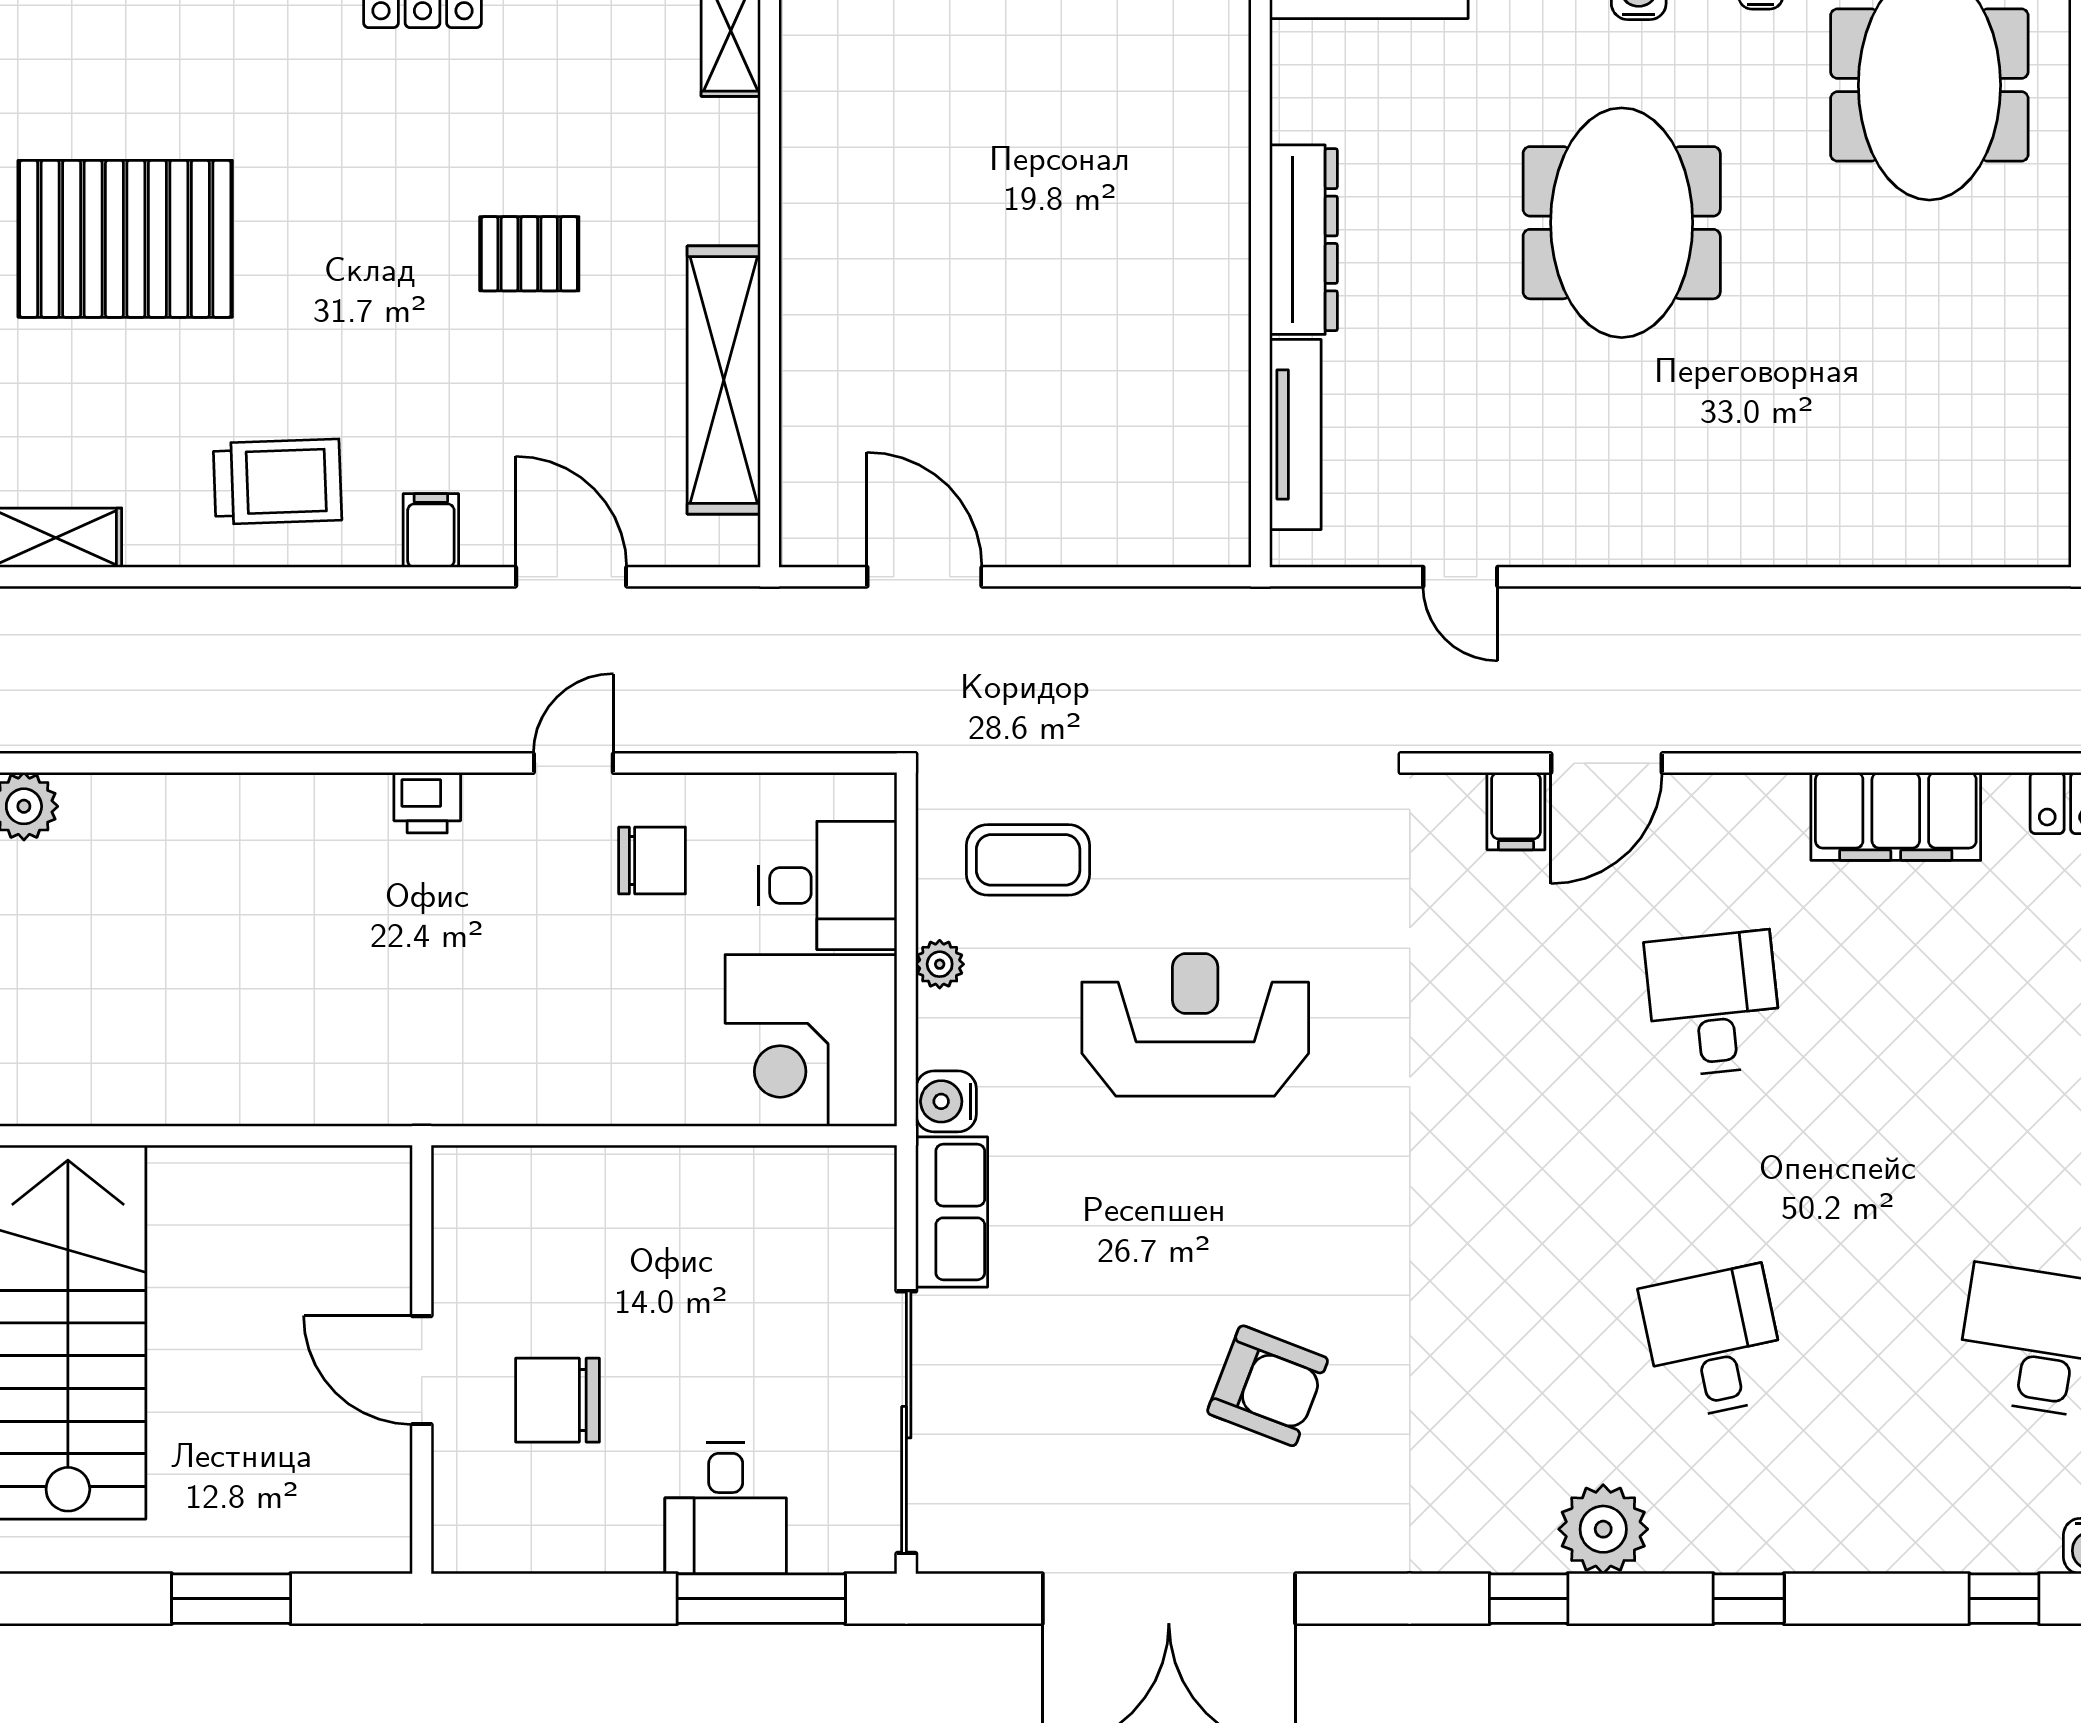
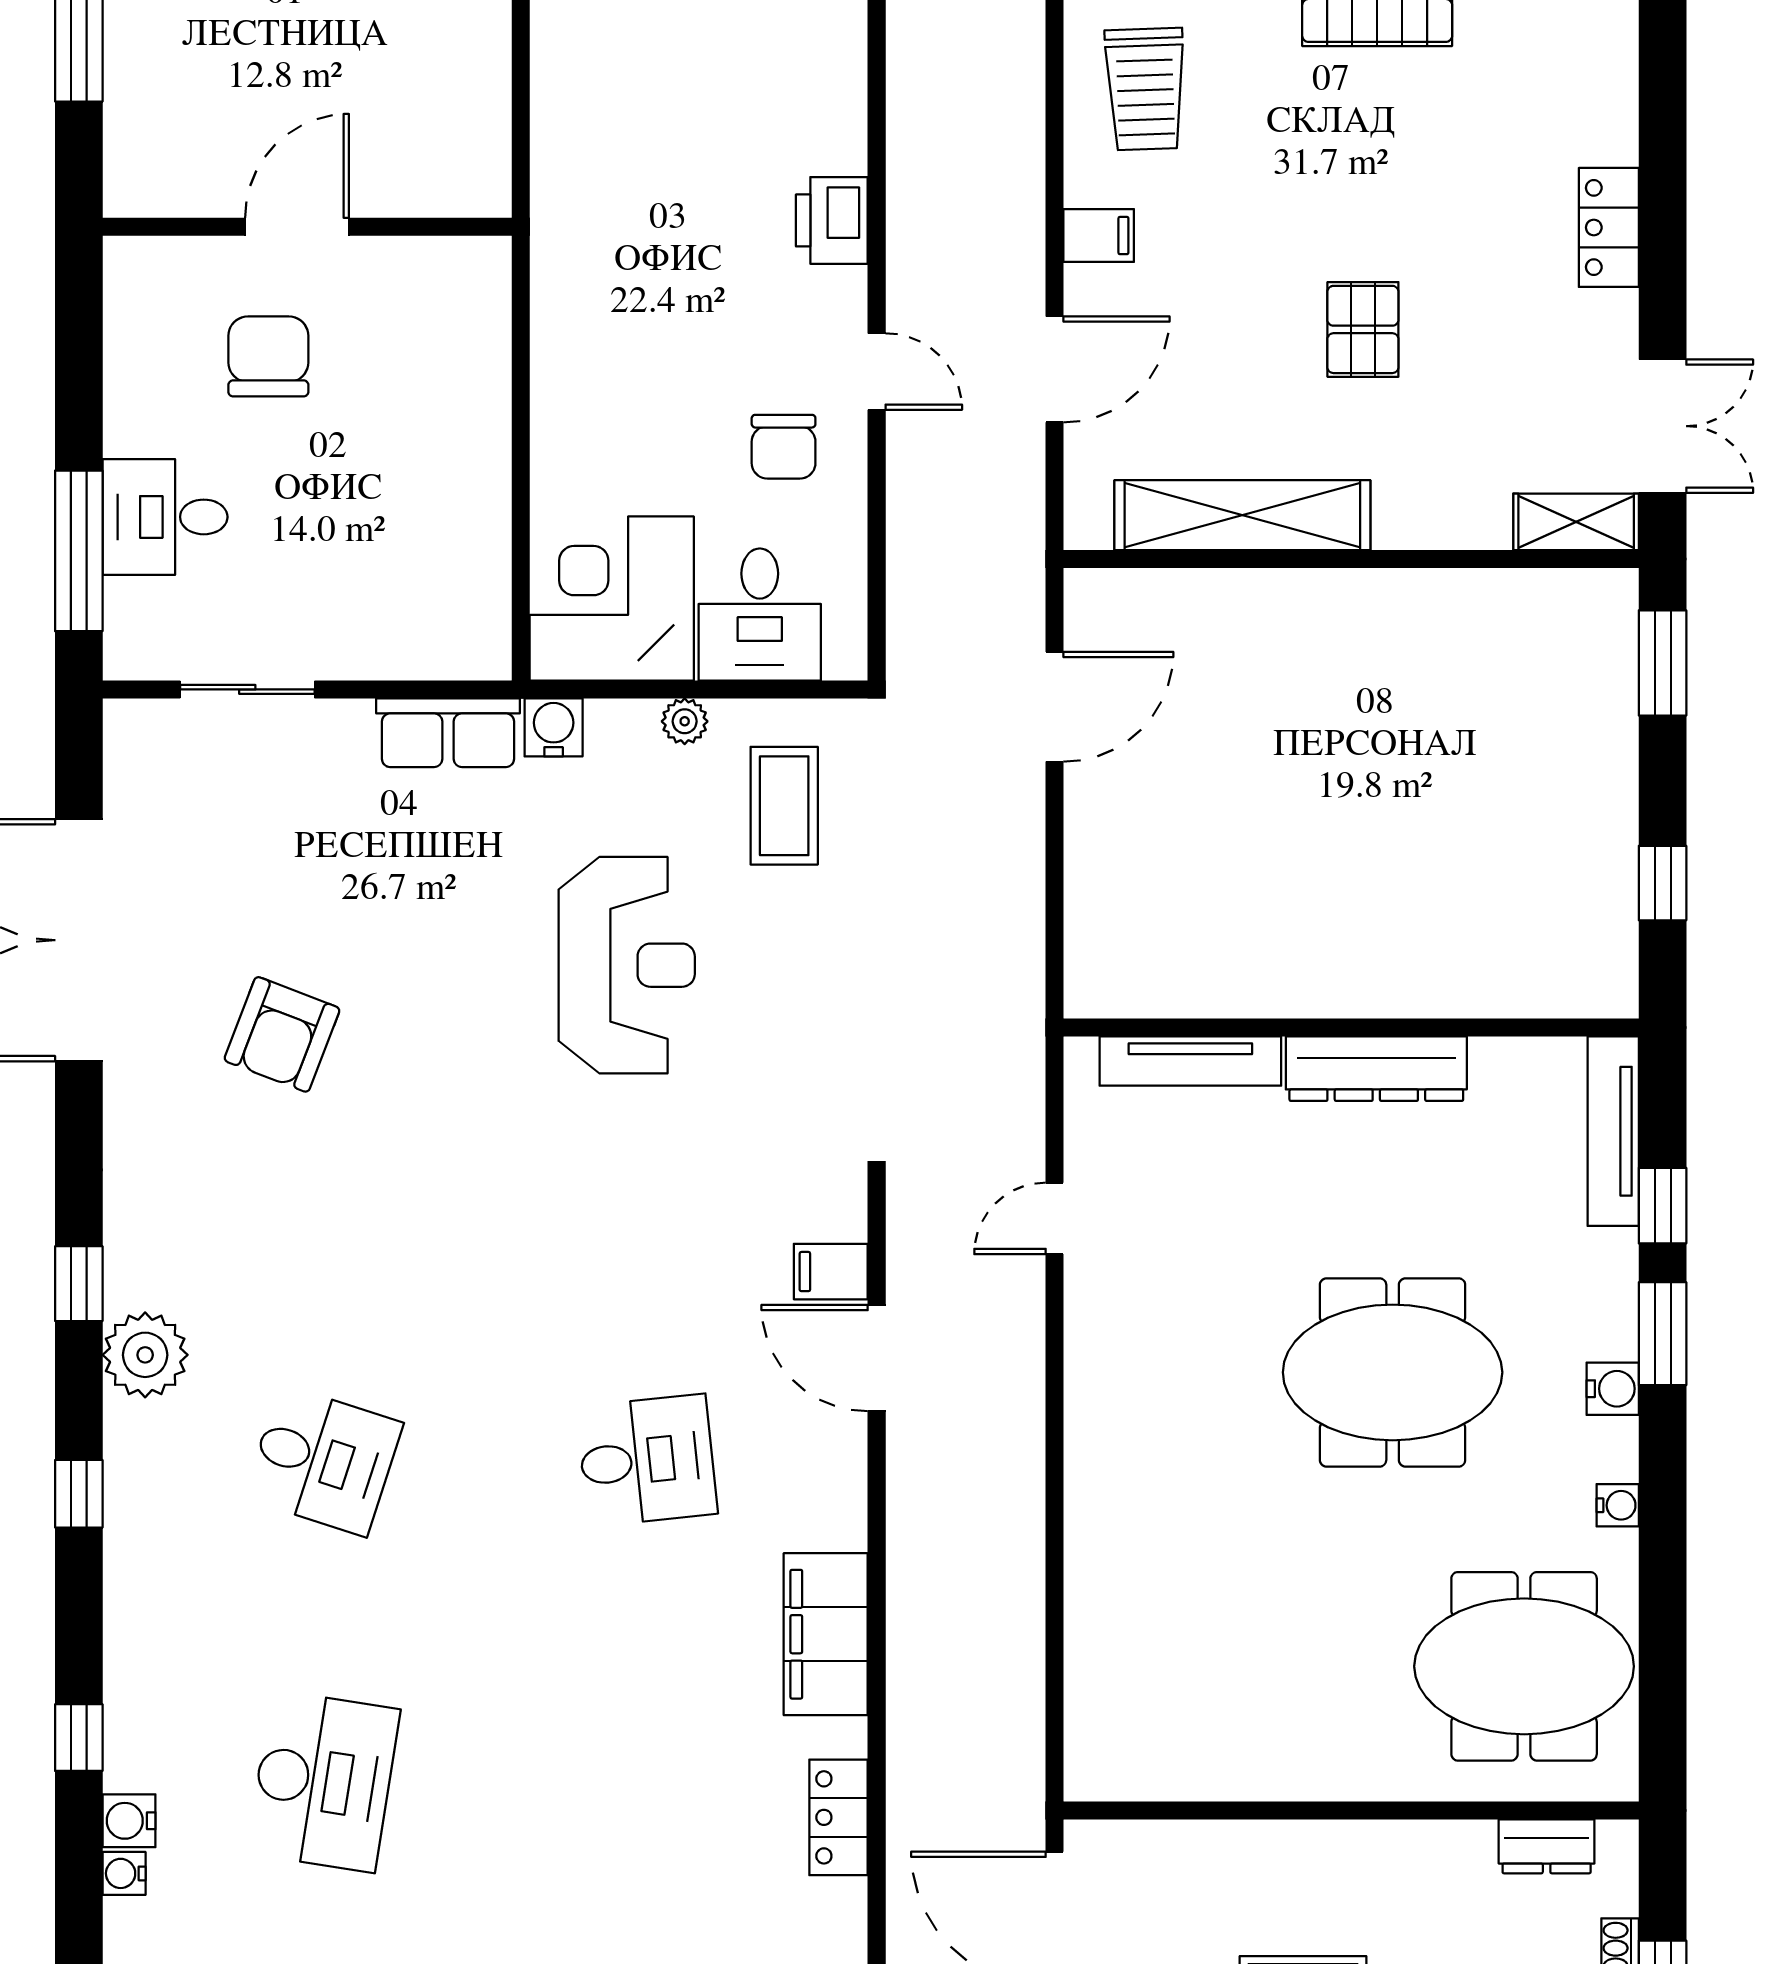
printer: (427, 803) -> (832, 220), width x1.36, depth x1.24
desk: (1714, 1342) -> (323, 1460), turned 30
sliding door: (906, 1422) -> (247, 689), width x0.54

